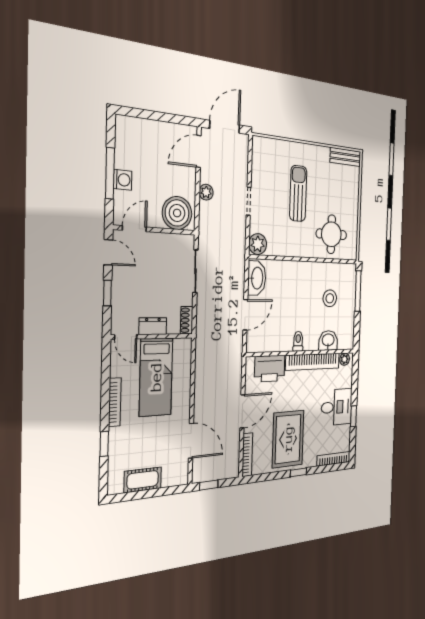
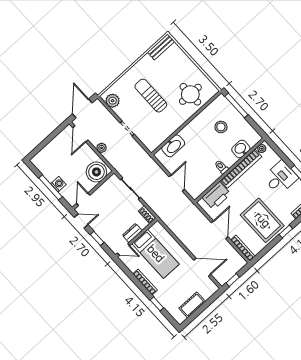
plant: (258, 244) -> (113, 101), moved
washbasin: (257, 278) -> (173, 146), moved, turned 90

